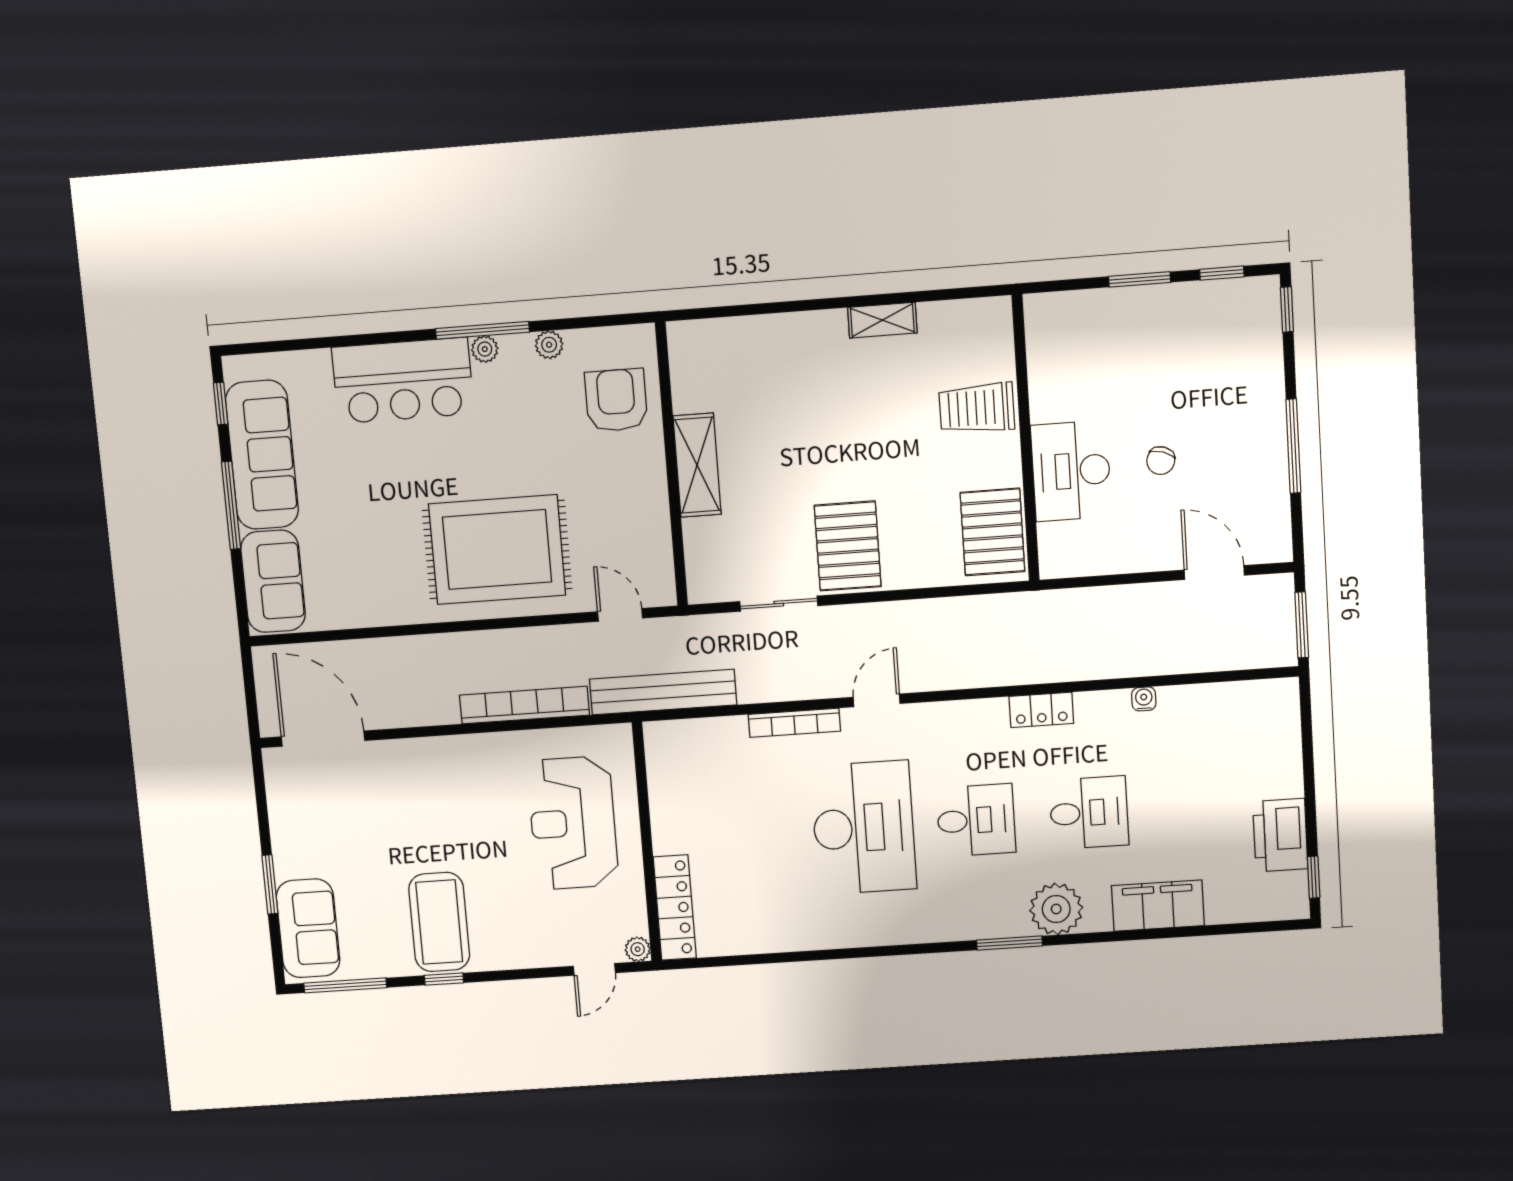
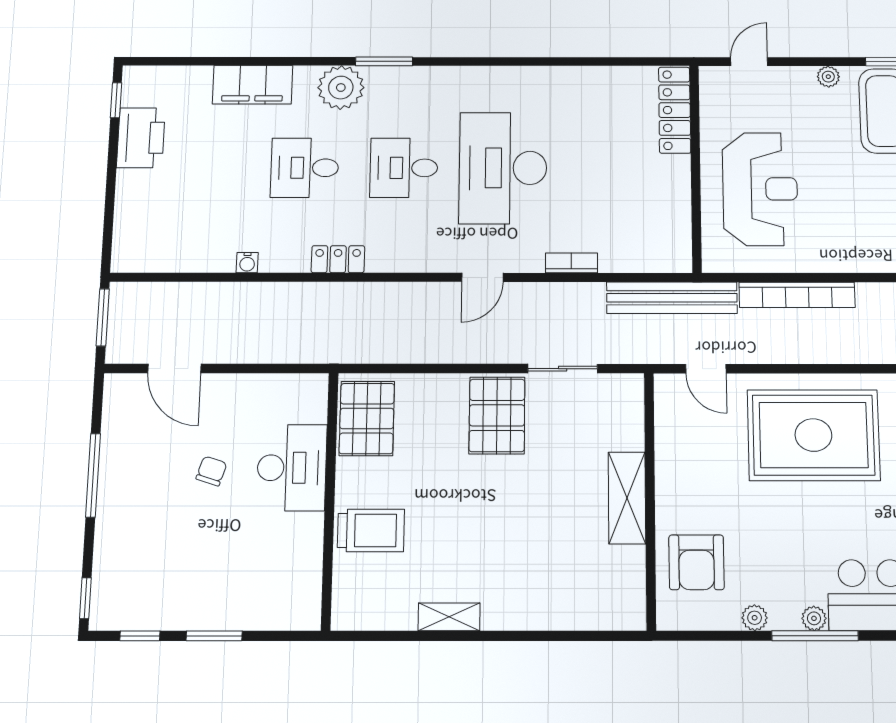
bookcase: (794, 723) -> (571, 263), width x0.64
plant: (638, 949) -> (828, 77), moved

